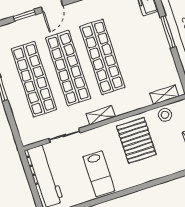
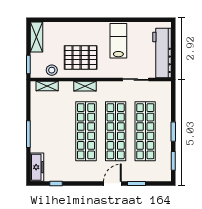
shelving: (101, 115) -> (85, 86), moved
pallet: (136, 140) -> (81, 57), turned 90

